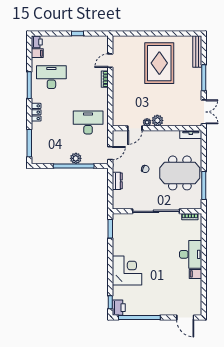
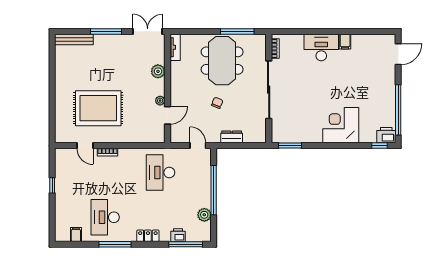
printer: (37, 42) -> (178, 235), moved
rug: (159, 63) -> (98, 108), moved
plant: (157, 120) -> (158, 71), moved
door: (135, 128) -> (167, 115), hinge flipped
plant: (76, 158) -> (204, 215), moved

